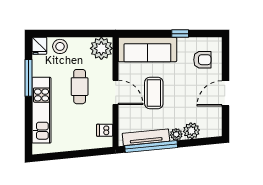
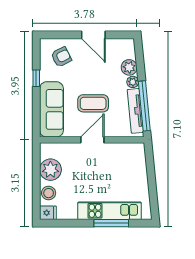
plant: (101, 48) -> (50, 170), moved
armchair: (202, 60) -> (61, 57), turned 63
window: (29, 78) -> (111, 223), moved
cafe table: (80, 87) -> (87, 174), removed
dishwasher: (105, 130) -> (129, 150), removed

